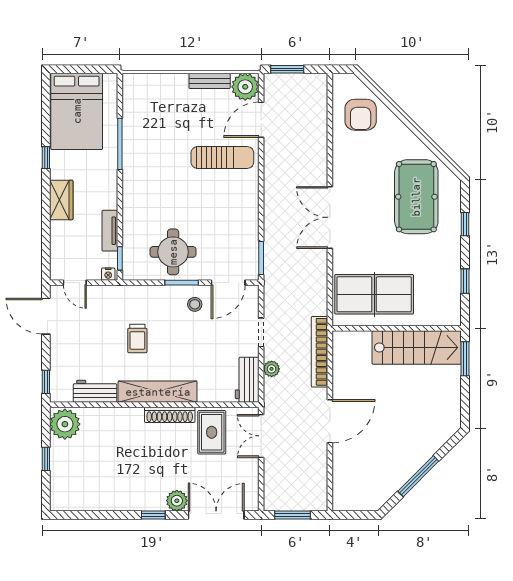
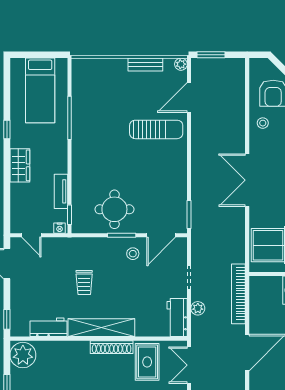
plant: (245, 87) -> (181, 64), width x0.53, depth x0.53
bed: (77, 111) -> (40, 90), width x0.67
stool: (348, 150) -> (263, 123), added

